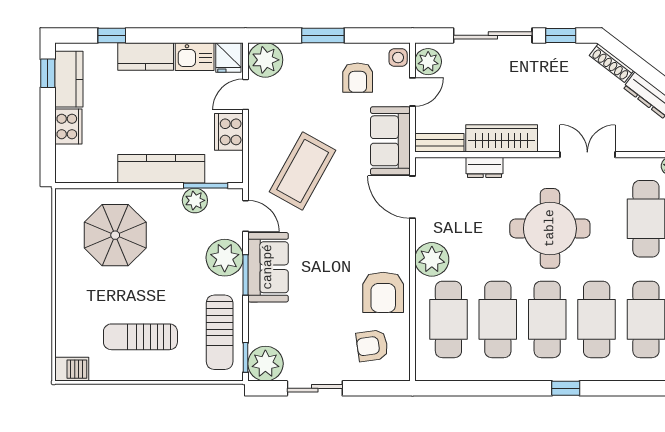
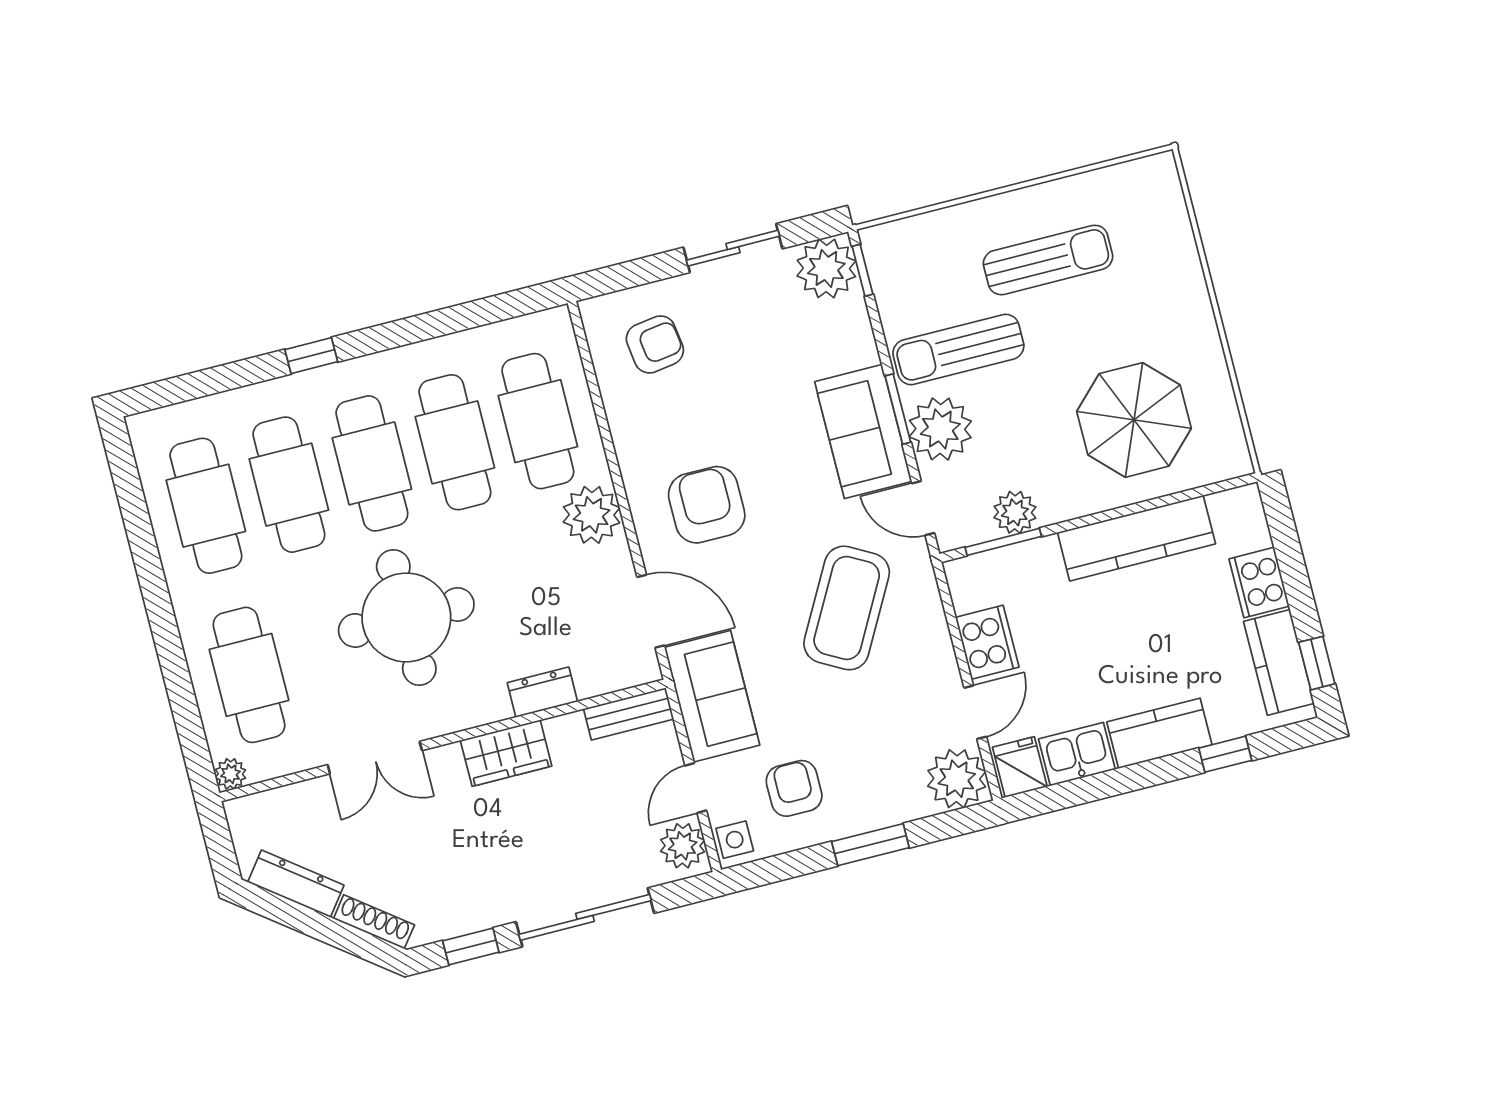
wardrobe: (502, 138) -> (506, 753), width x0.67
kitchen counter: (161, 169) -> (1136, 538), moved
armchair: (383, 292) -> (707, 505), moved
sun lounger: (220, 332) -> (958, 349), moved, turned -90
barbecue: (72, 369) -> (1150, 176), removed

